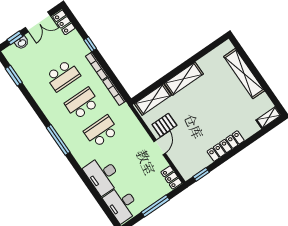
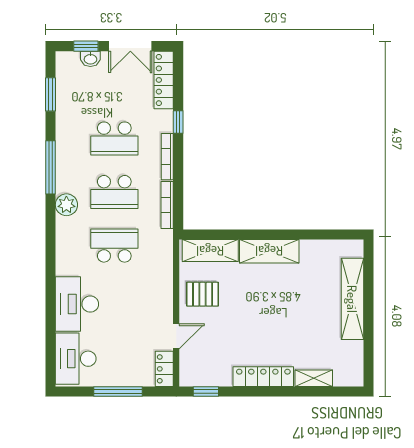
locker: (64, 22) -> (164, 80), width x1.53
school desk: (82, 103) -> (114, 192), turned 180
shelving: (269, 118) -> (314, 378), moved
plant: (62, 127) -> (66, 205), added
window: (58, 140) -> (51, 167), moved
door: (160, 147) -> (176, 336), moved

